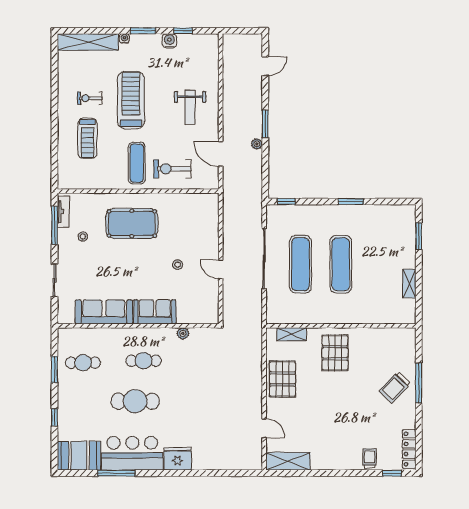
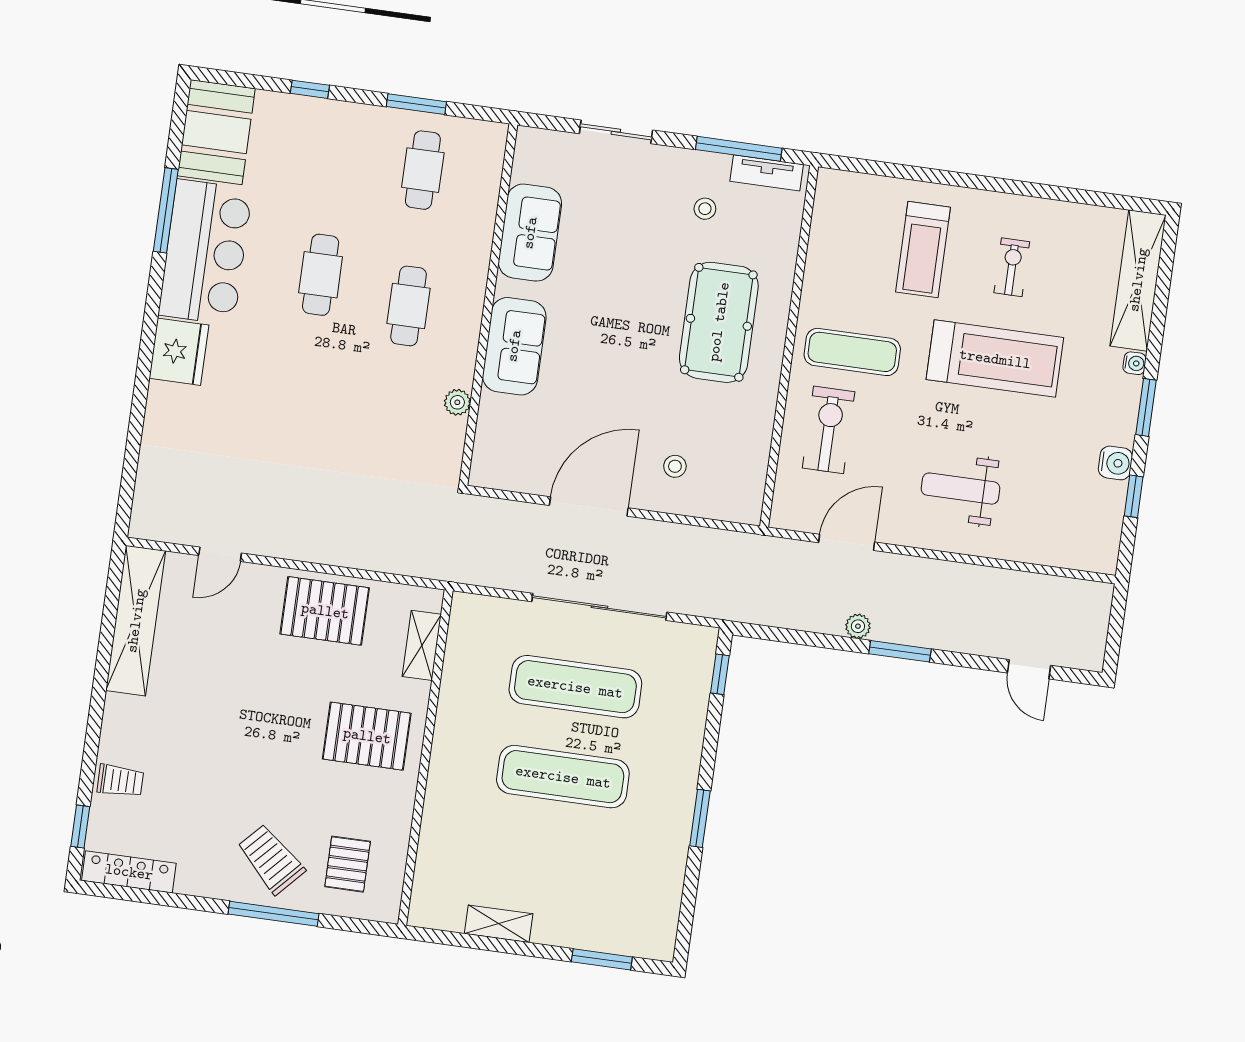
treadmill: (87, 138) -> (923, 250), turned -90
stool: (178, 265) -> (675, 466), moved
door: (221, 269) -> (589, 507), width x1.87
sofa: (104, 312) -> (530, 233), width x0.73
pallet: (392, 353) -> (348, 864), added
cafe table: (135, 401) -> (321, 275), width x0.73, depth x0.74
shelving: (288, 461) -> (136, 621), width x1.47

